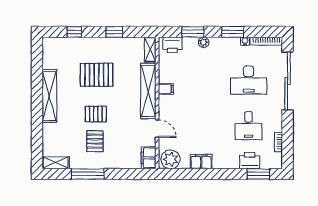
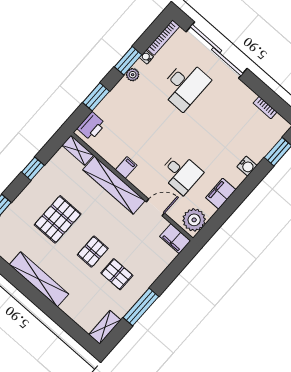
plant: (203, 42) -> (133, 75), moved
desk: (249, 126) -> (181, 173), moved
printer: (250, 160) -> (259, 149), removed
water cooler: (232, 163) -> (247, 166), added

